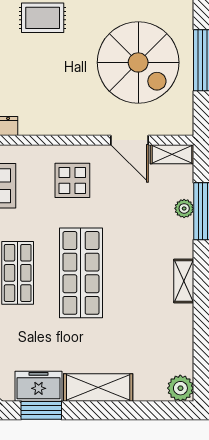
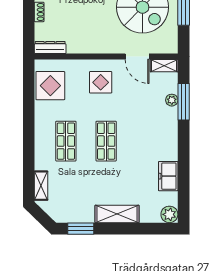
shop shelf: (81, 273) -> (106, 141), width x0.70, depth x0.74
shelving: (184, 281) -> (172, 146), removed
freezer: (39, 386) -> (168, 176), moved, turned -90

